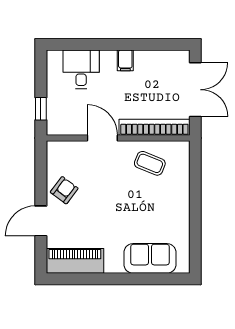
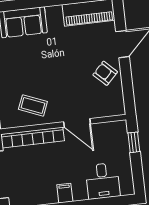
armchair: (64, 190) -> (105, 73), turned 97

